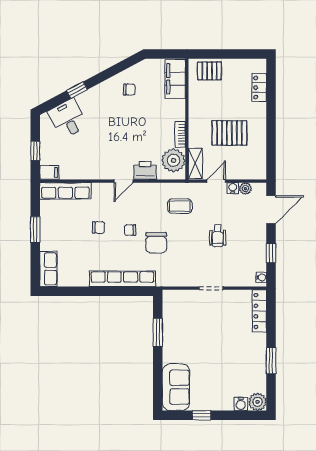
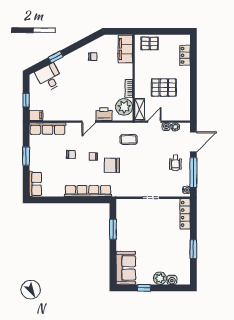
wheelchair: (218, 236) -> (175, 163), moved
chair: (156, 243) -> (112, 165), turned 90
window: (271, 253) -> (193, 173), width x2.17
plant: (258, 402) -> (160, 278), moved

